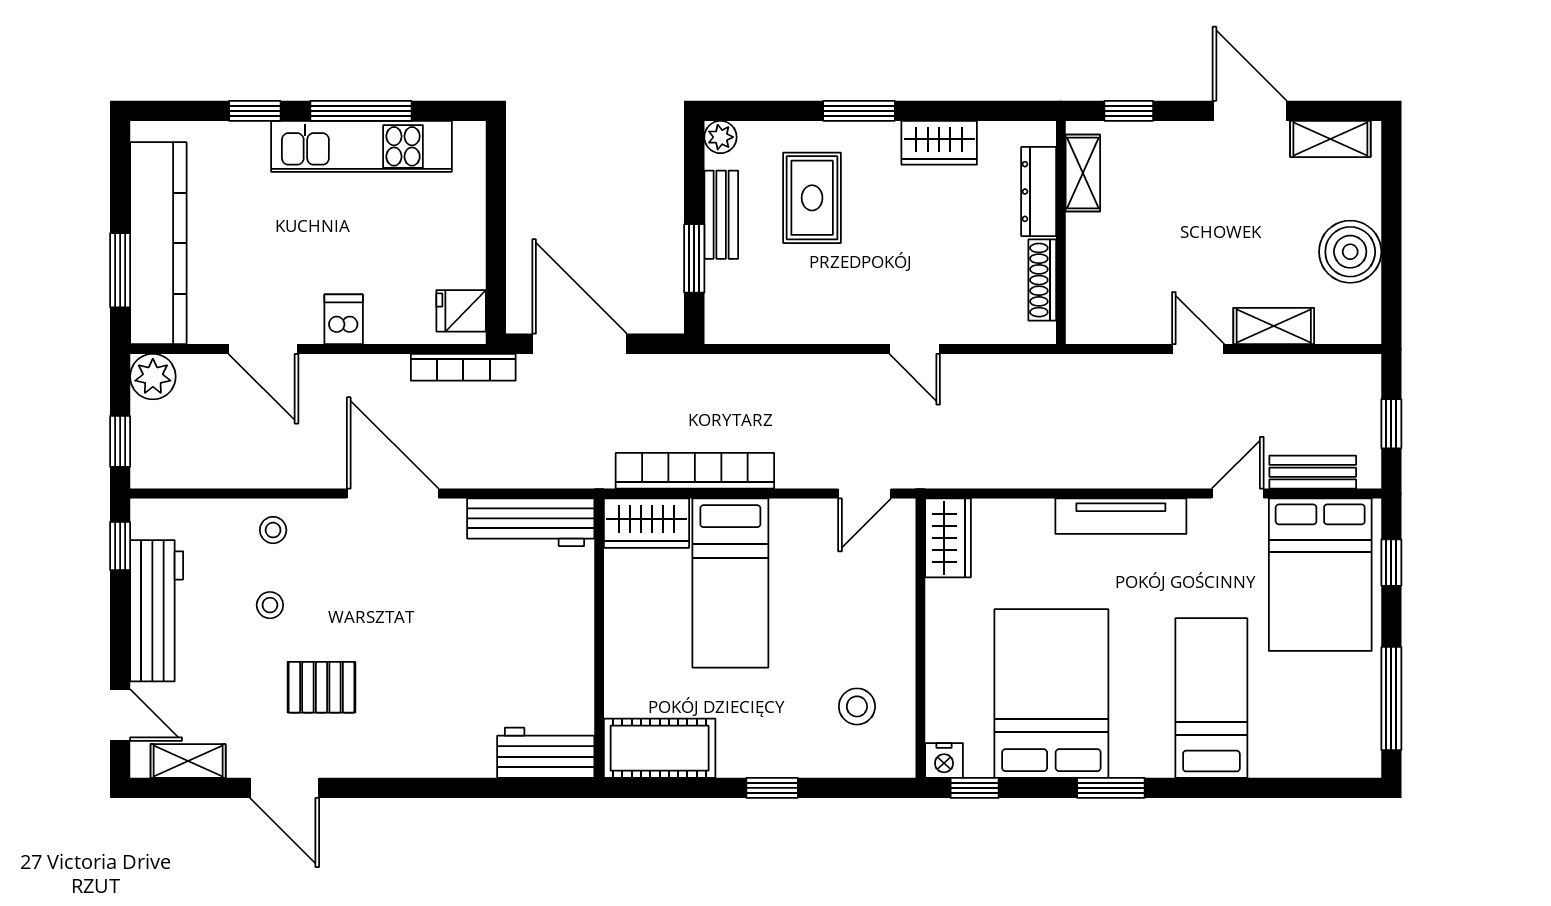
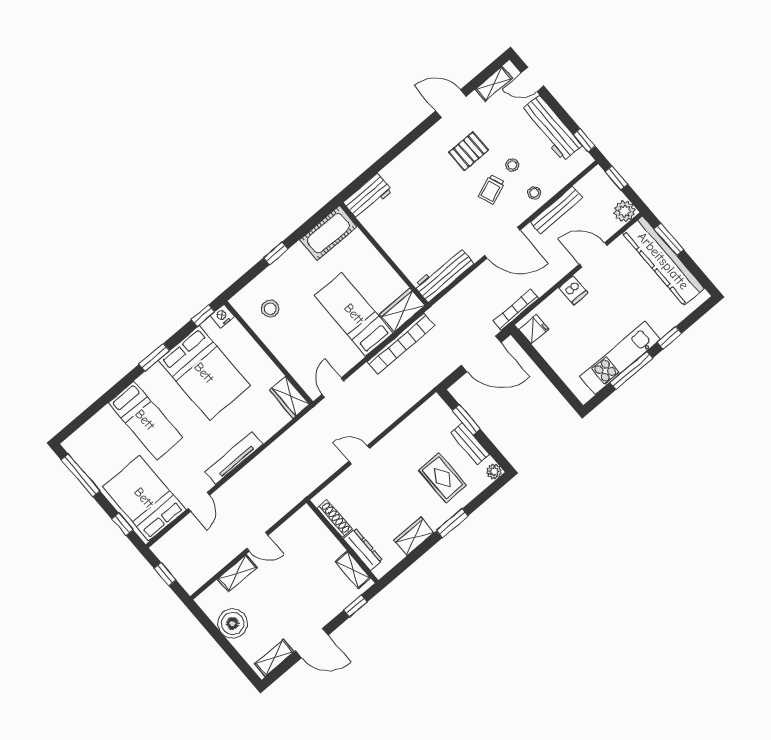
bench: (1313, 472) -> (556, 210), moved, width x1.36
trolley: (337, 594) -> (492, 189), added

